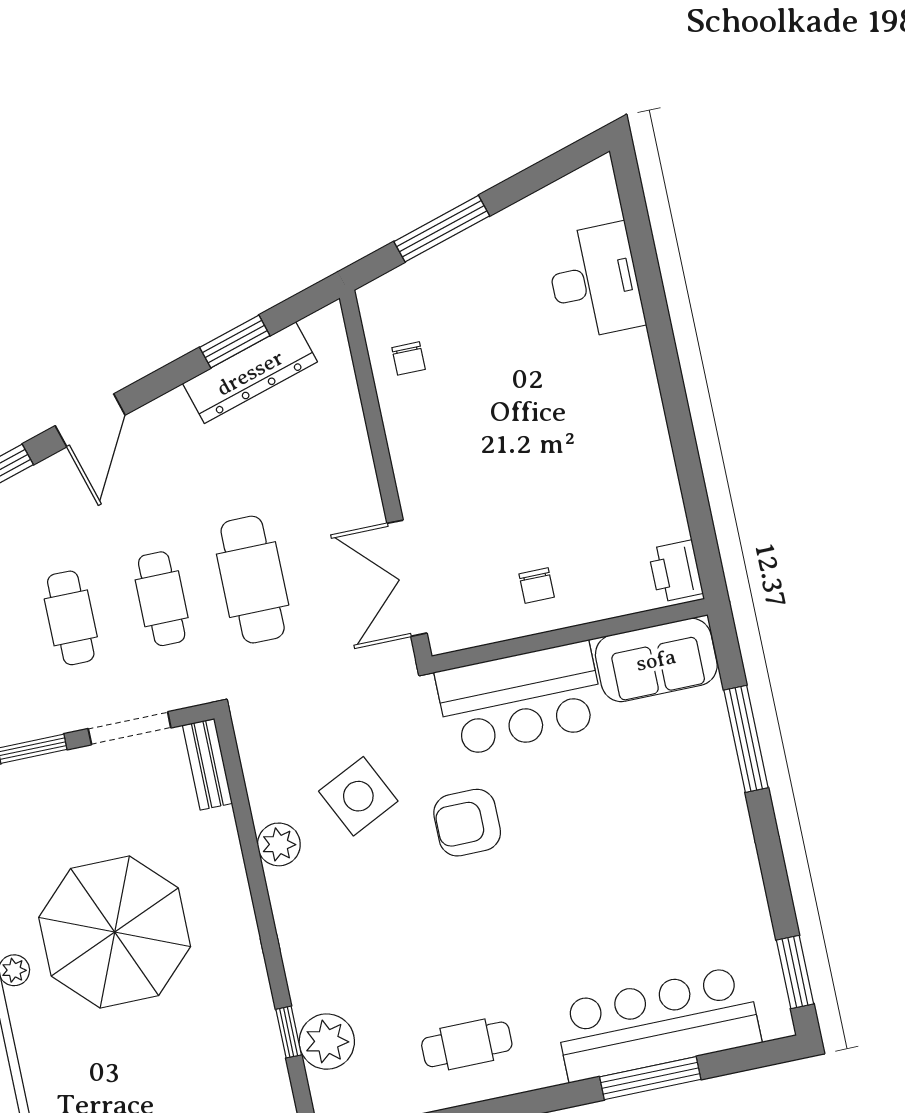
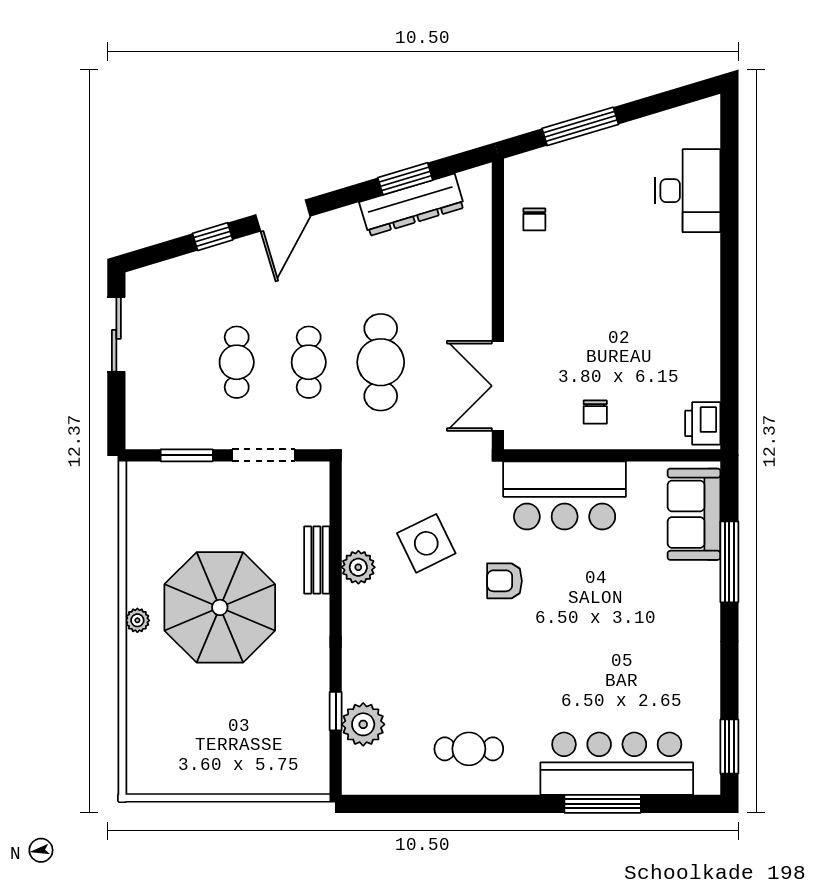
sofa: (656, 660) -> (694, 514), moved, turned 90
bench: (207, 764) -> (317, 560), moved
armchair: (467, 823) -> (505, 581), width x0.72, depth x0.72

